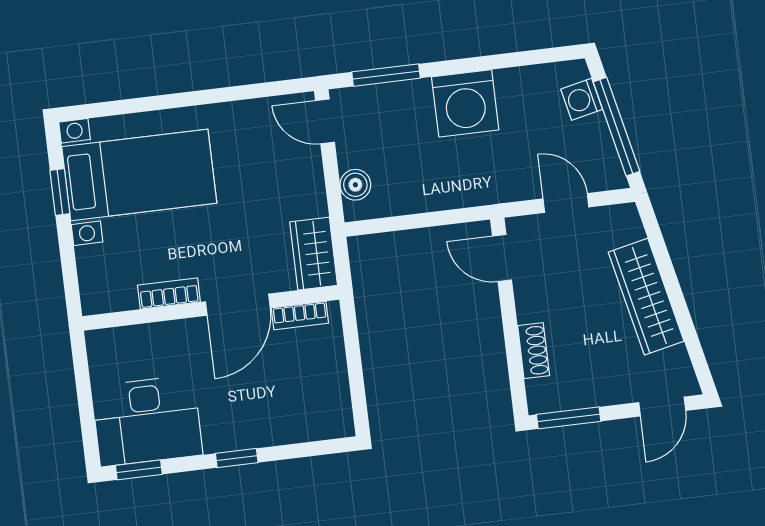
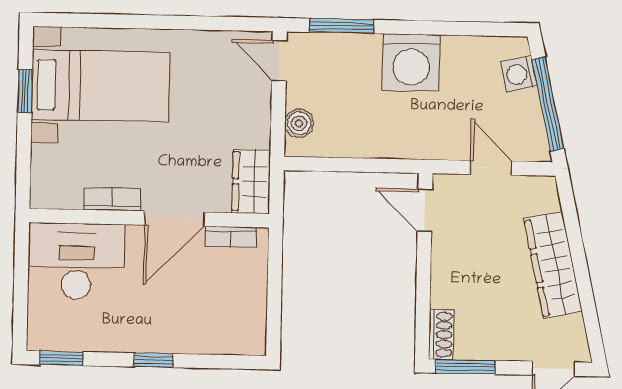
shoe rack: (534, 351) -> (441, 335), moved
desk: (147, 421) -> (76, 261), moved, turned 180

